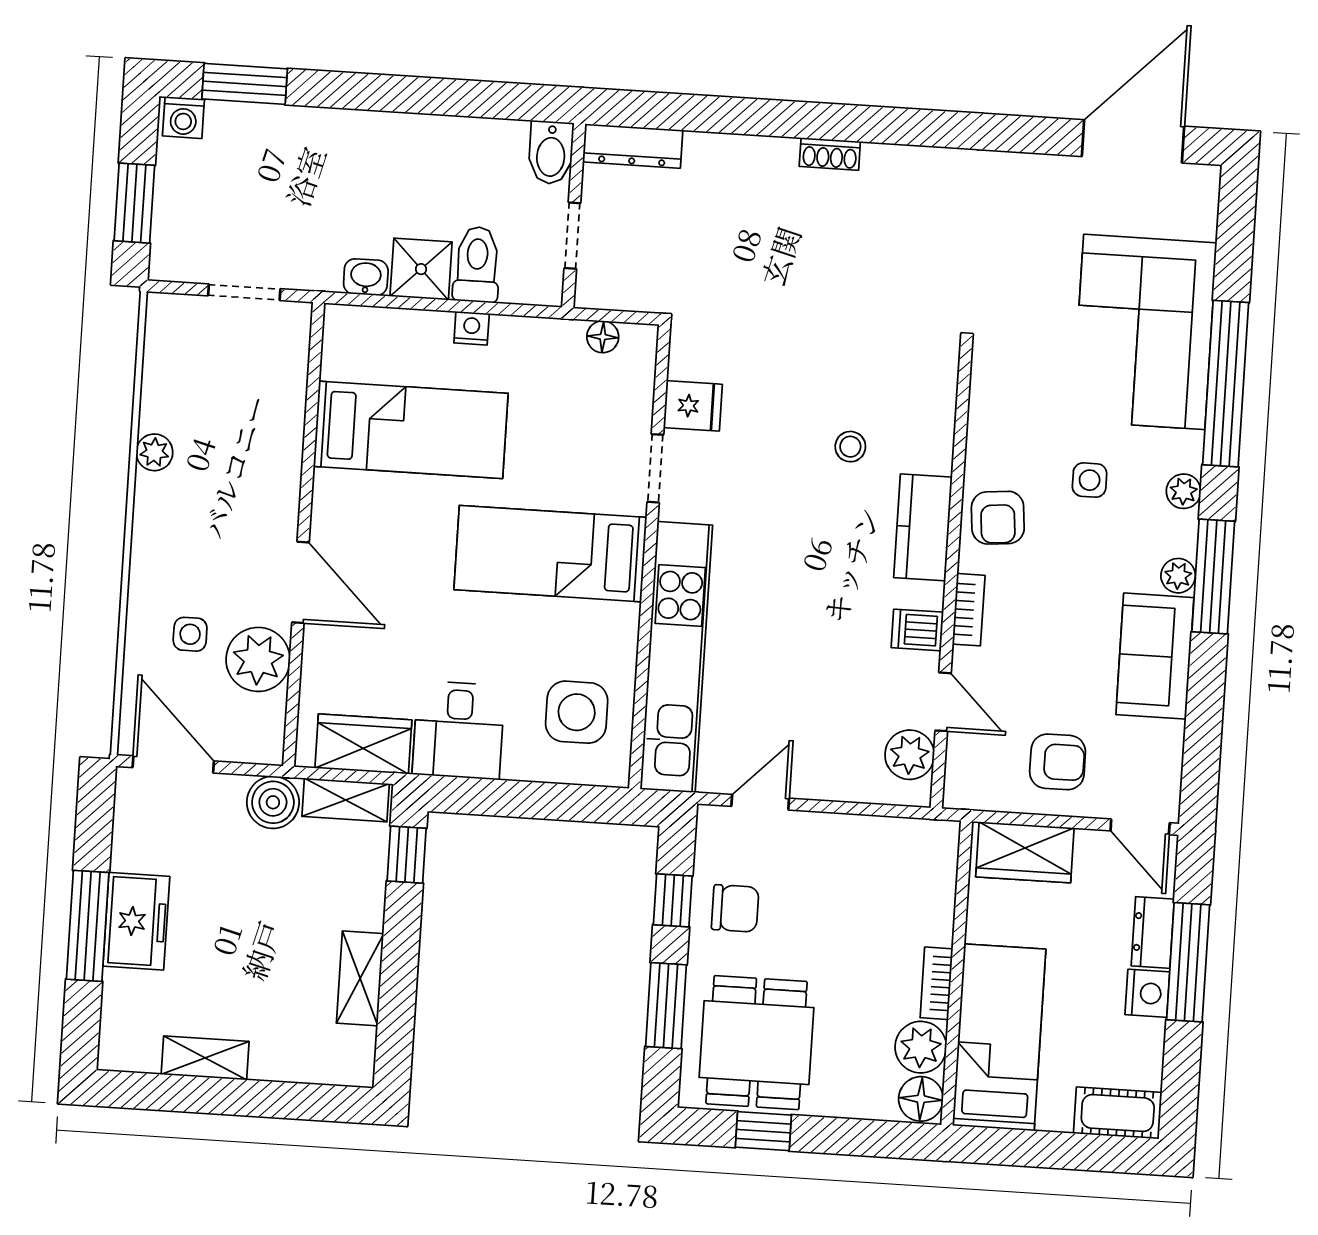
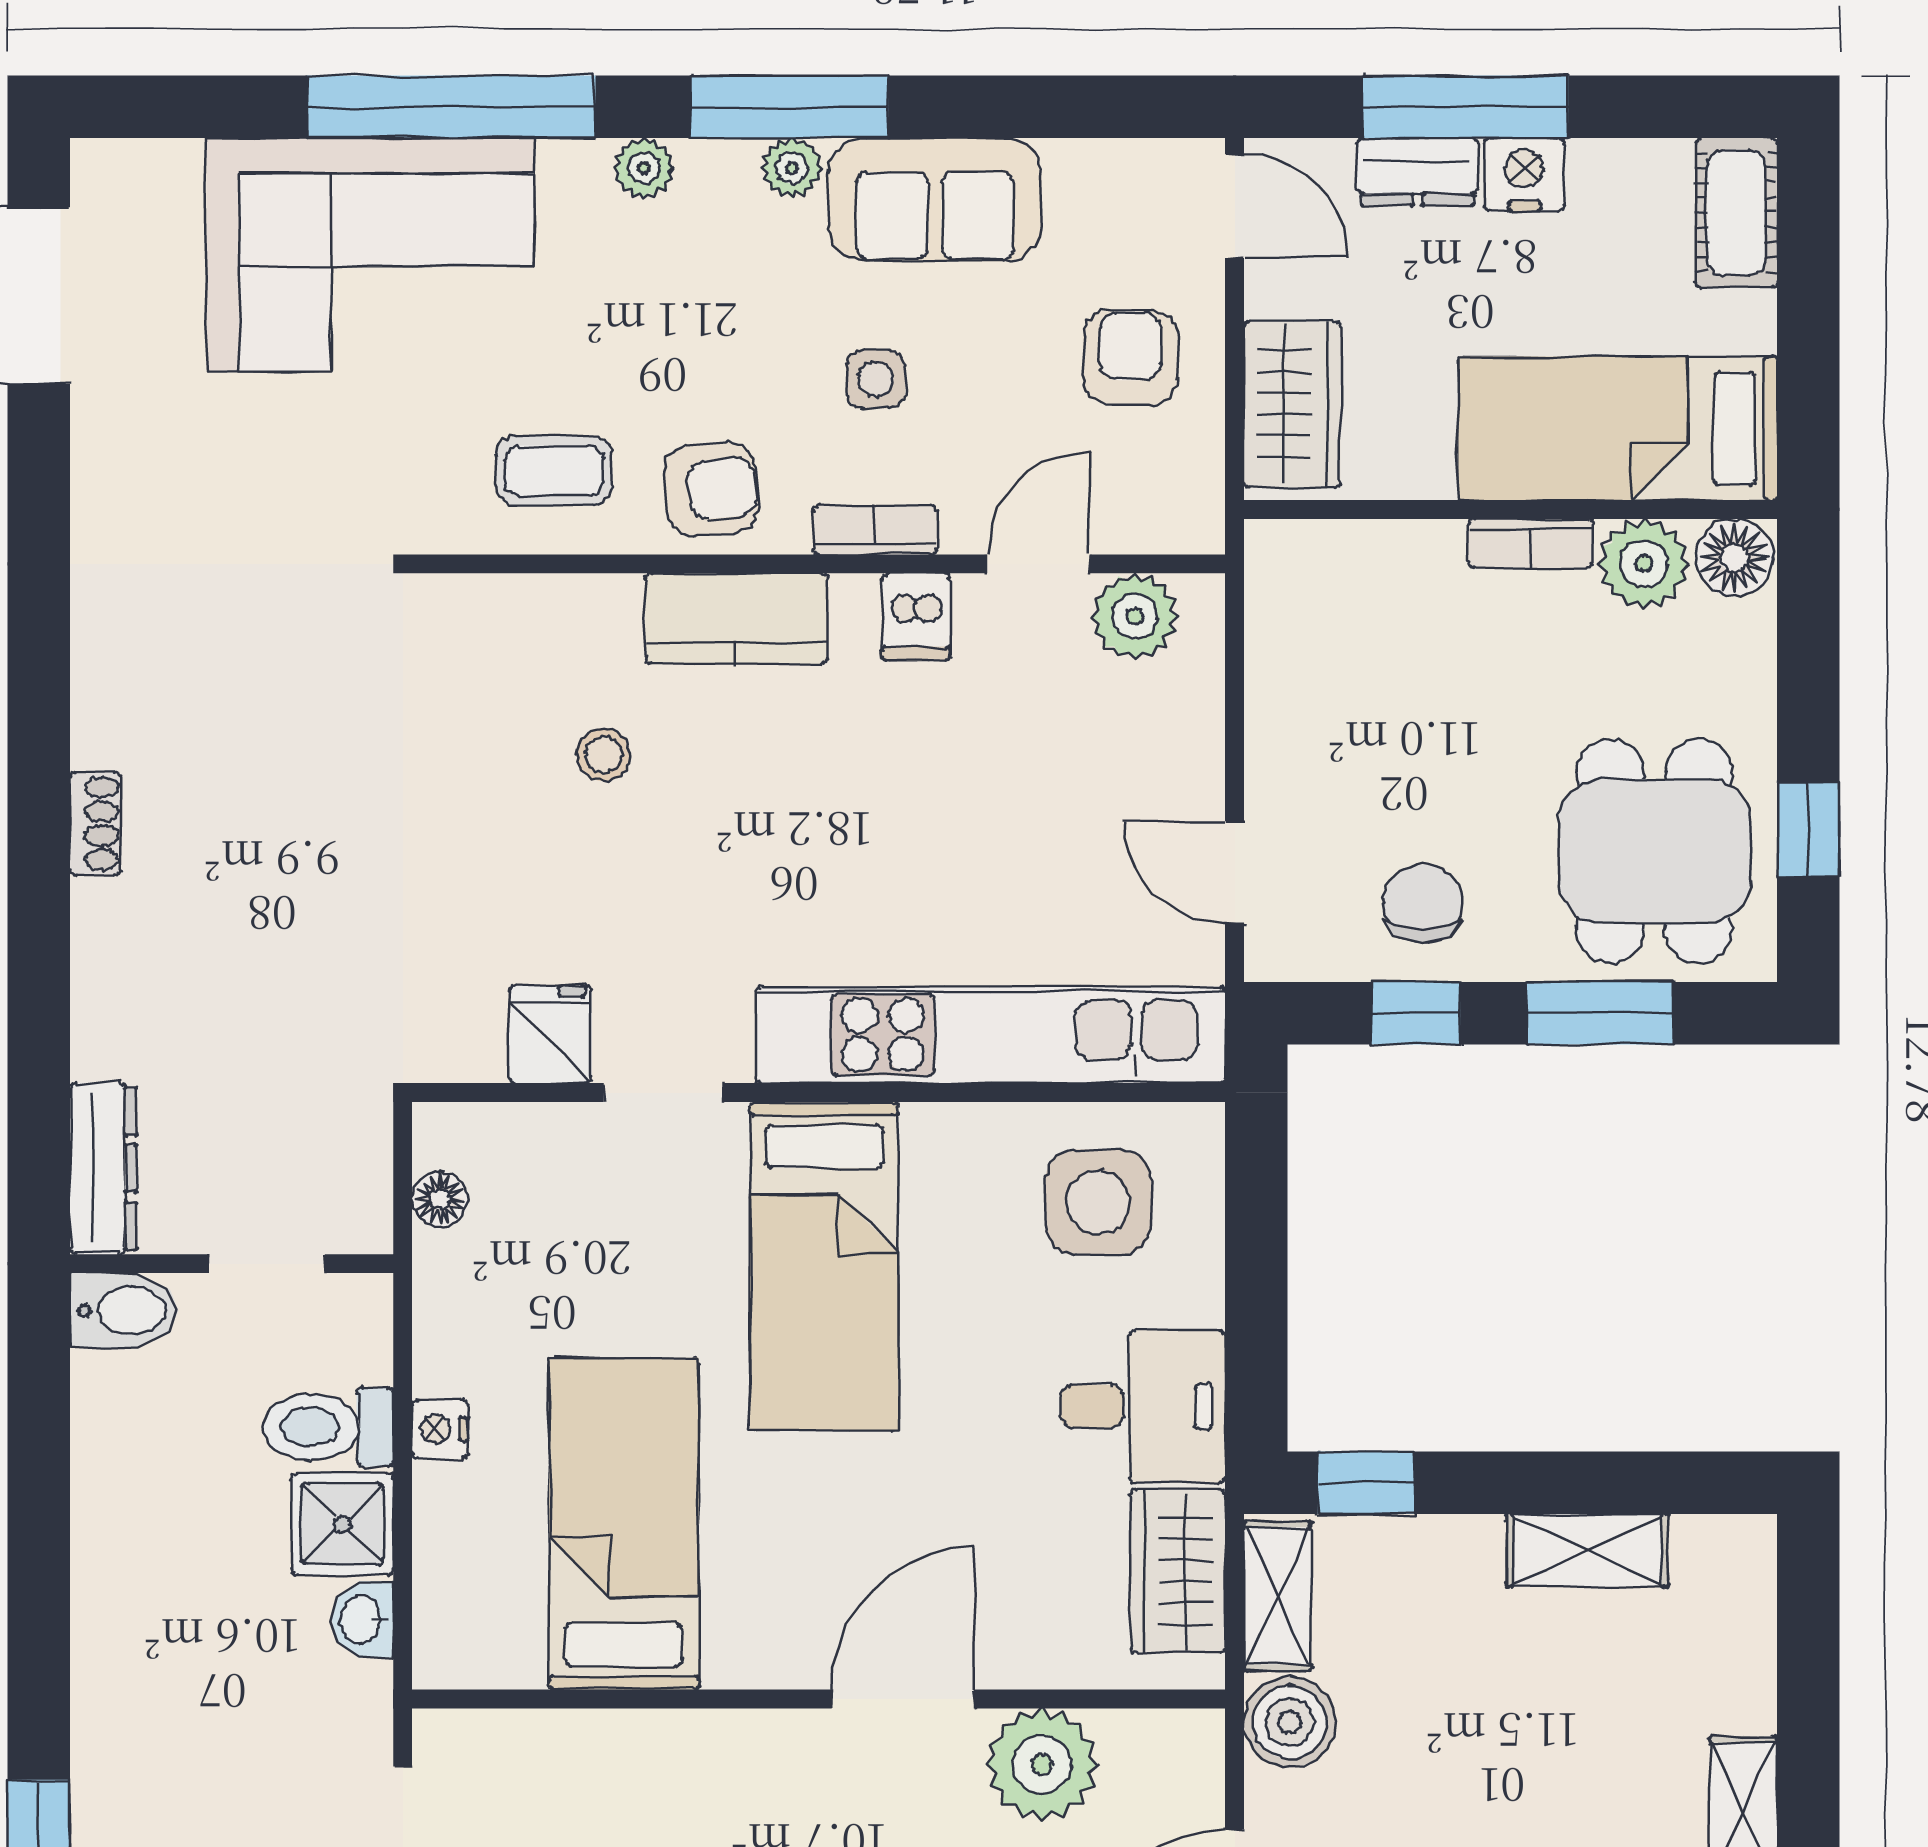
coffee table: (1014, 429) -> (554, 471), added
side table: (1090, 480) -> (876, 379), moved
door: (1140, 827) -> (1235, 206), hinge flipped
dining table: (756, 1043) -> (1654, 851), turned 90

